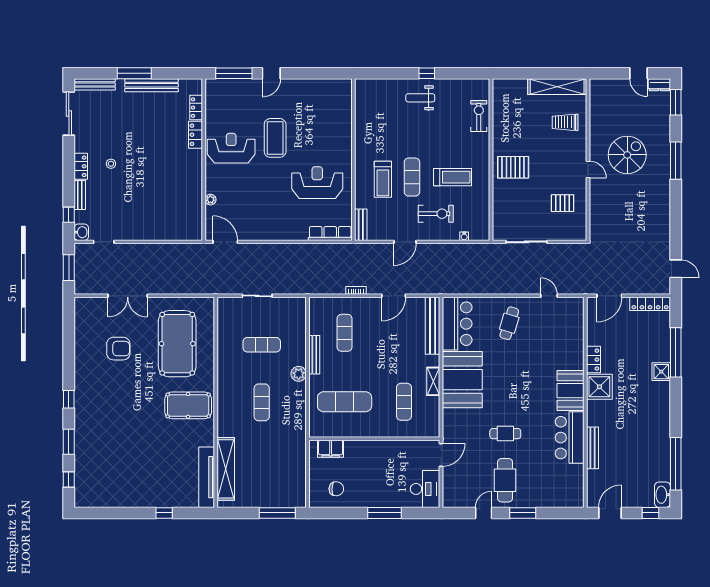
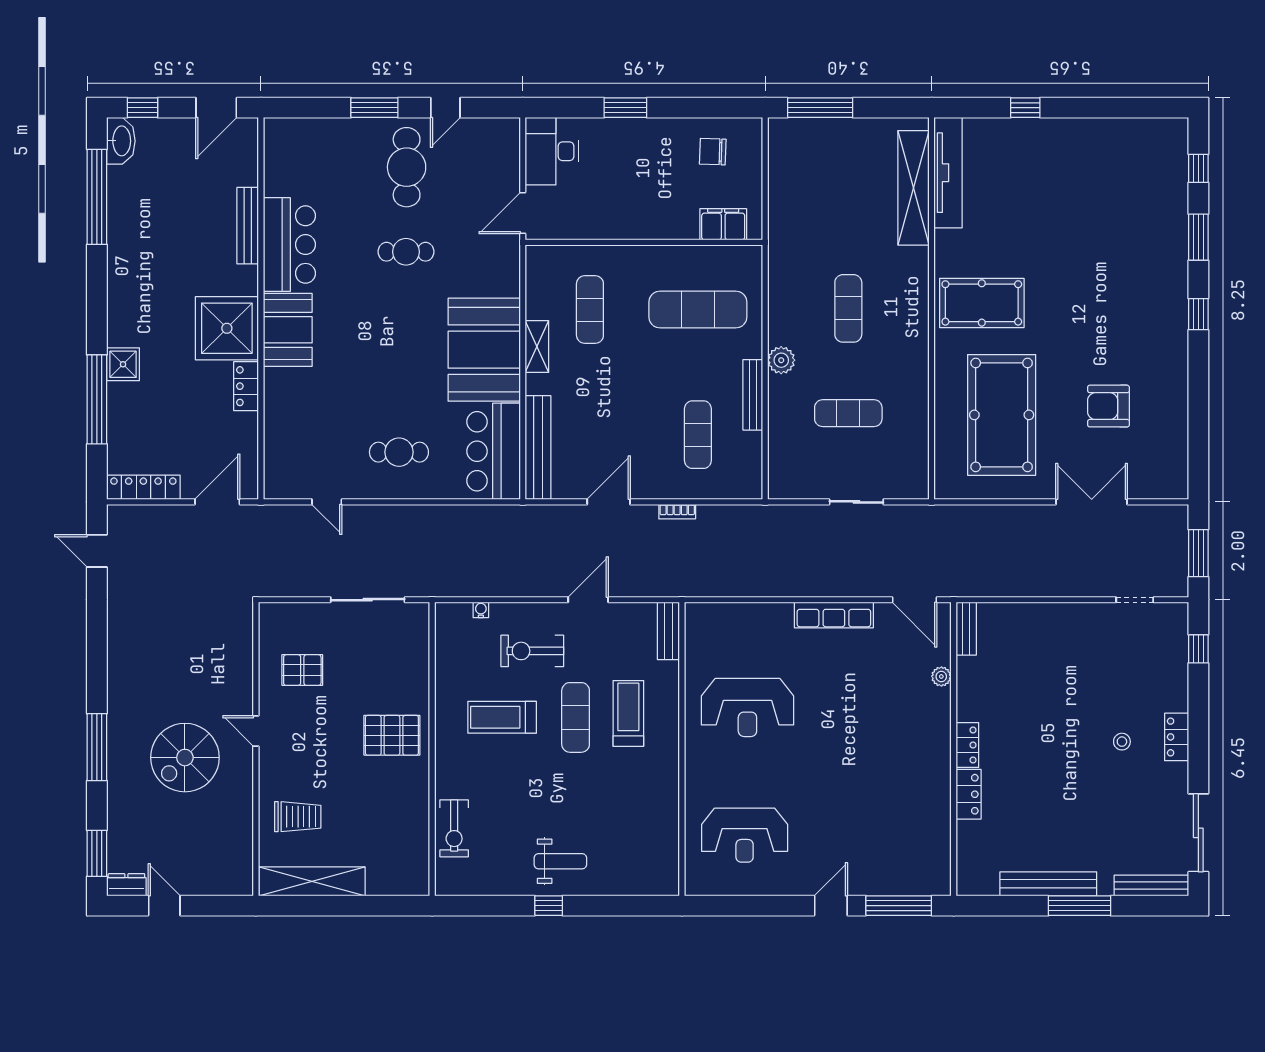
locker: (196, 108) -> (967, 745), moved
coffee table: (275, 138) -> (824, 788), removed
reception desk: (231, 148) -> (745, 835), moved
bench: (80, 195) -> (966, 629), moved
washbasin: (81, 232) -> (1176, 617), removed
row of seats: (330, 233) -> (834, 615), moved
cafe table: (509, 323) -> (399, 452), turned 73
shower: (599, 387) -> (227, 328), width x1.37, depth x1.37
window: (384, 513) -> (625, 108), width x0.69

